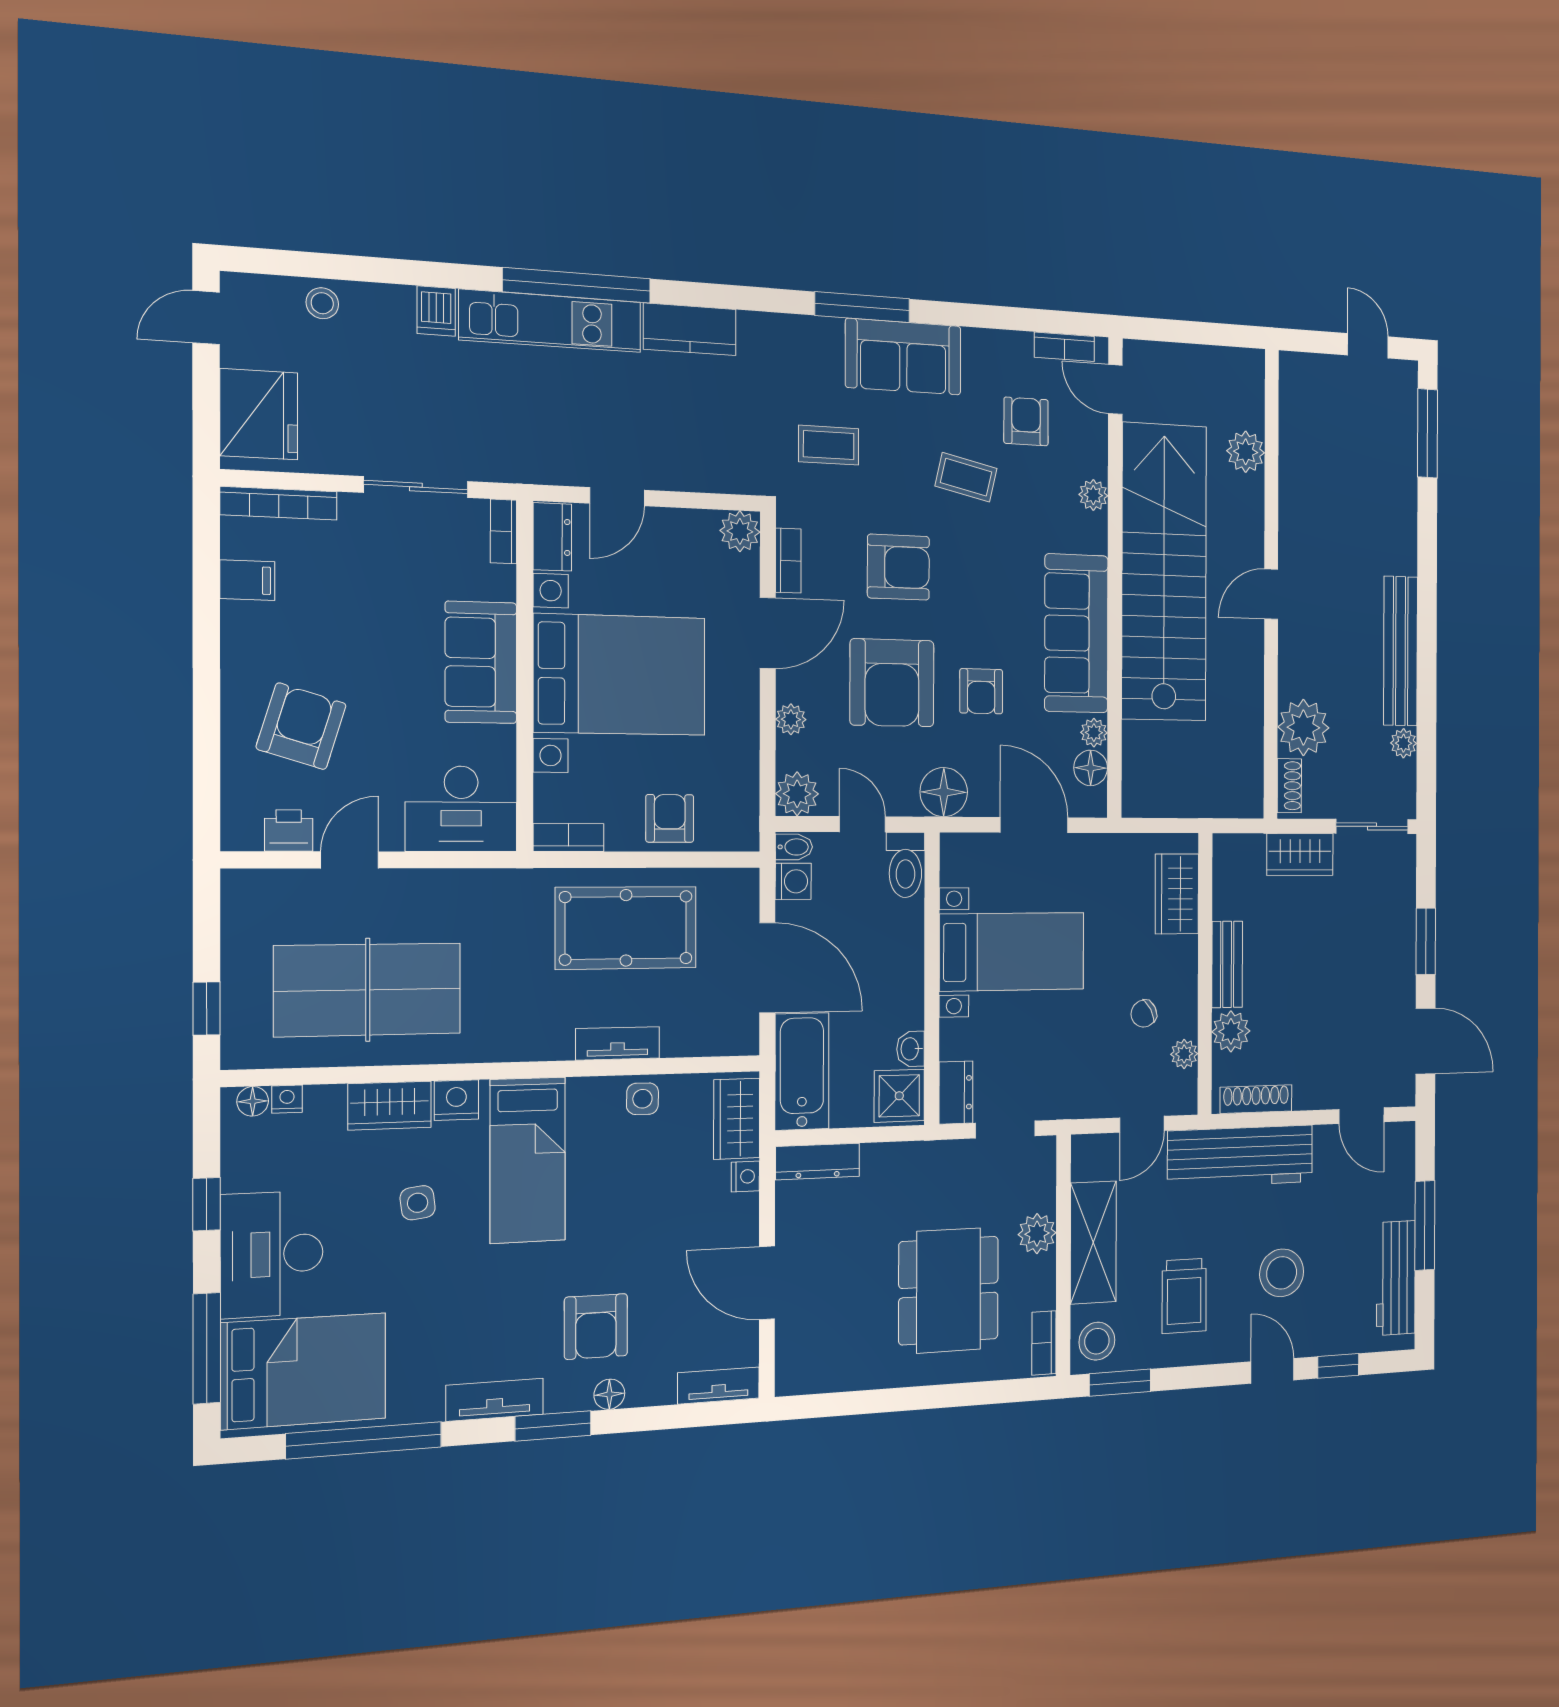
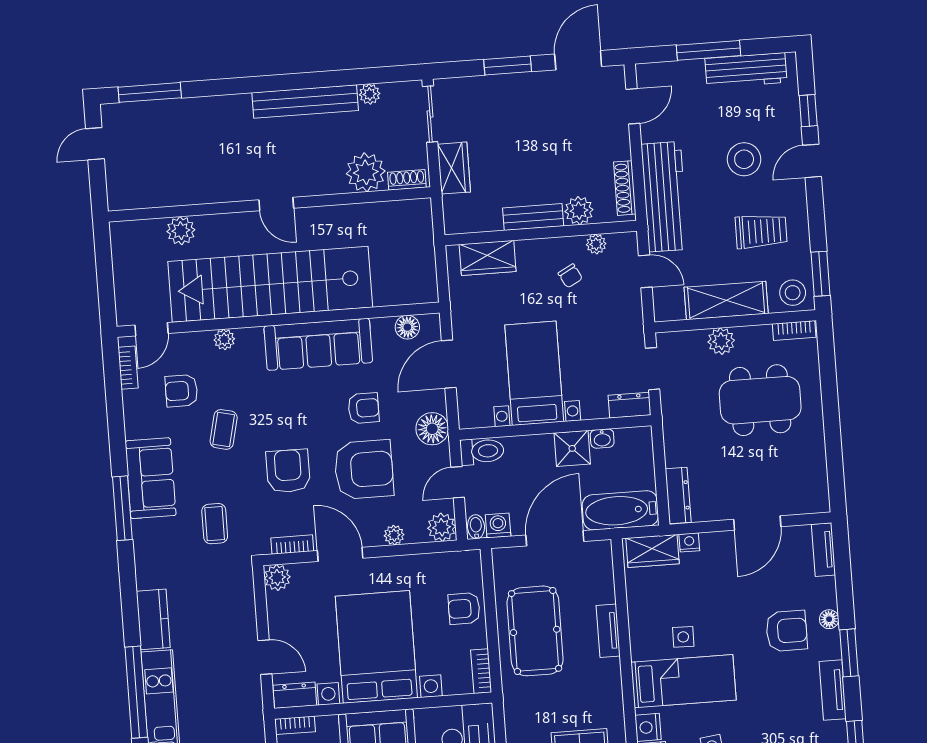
plant: (1094, 733) -> (383, 327), removed
shower: (899, 1096) -> (572, 448), moved
side table: (642, 1099) -> (683, 637), moved

